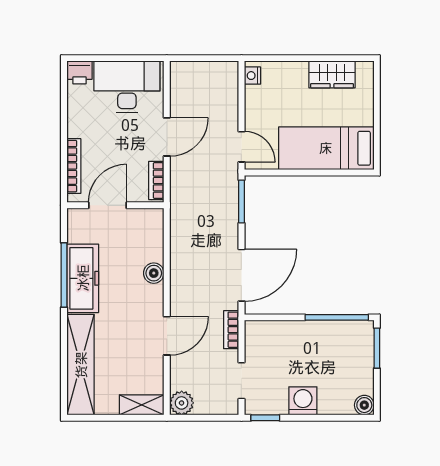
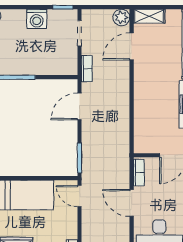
door: (167, 137) -> (132, 203), hinge flipped
boiler: (154, 273) -> (141, 108), removed
door: (241, 275) -> (80, 106), width x0.73
door: (167, 336) -> (132, 46), moved

